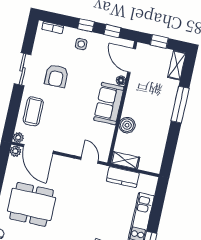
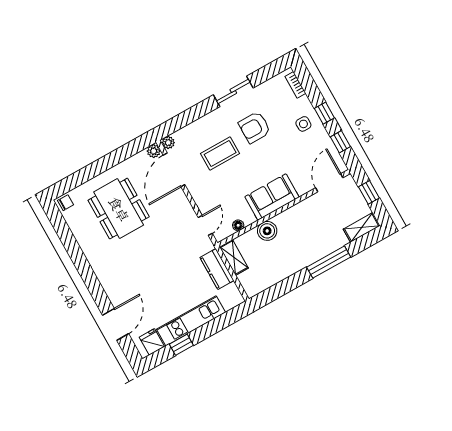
floor lamp: (121, 80) -> (238, 225), moved
coffee table: (33, 111) -> (220, 153), moved

